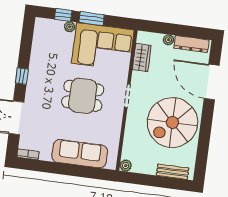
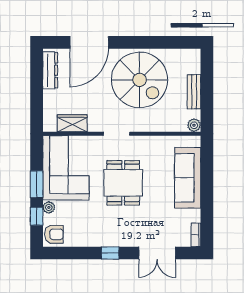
armchair: (45, 28) -> (54, 234), added
plant: (168, 40) -> (49, 96), removed
bench: (173, 172) -> (194, 92), moved

